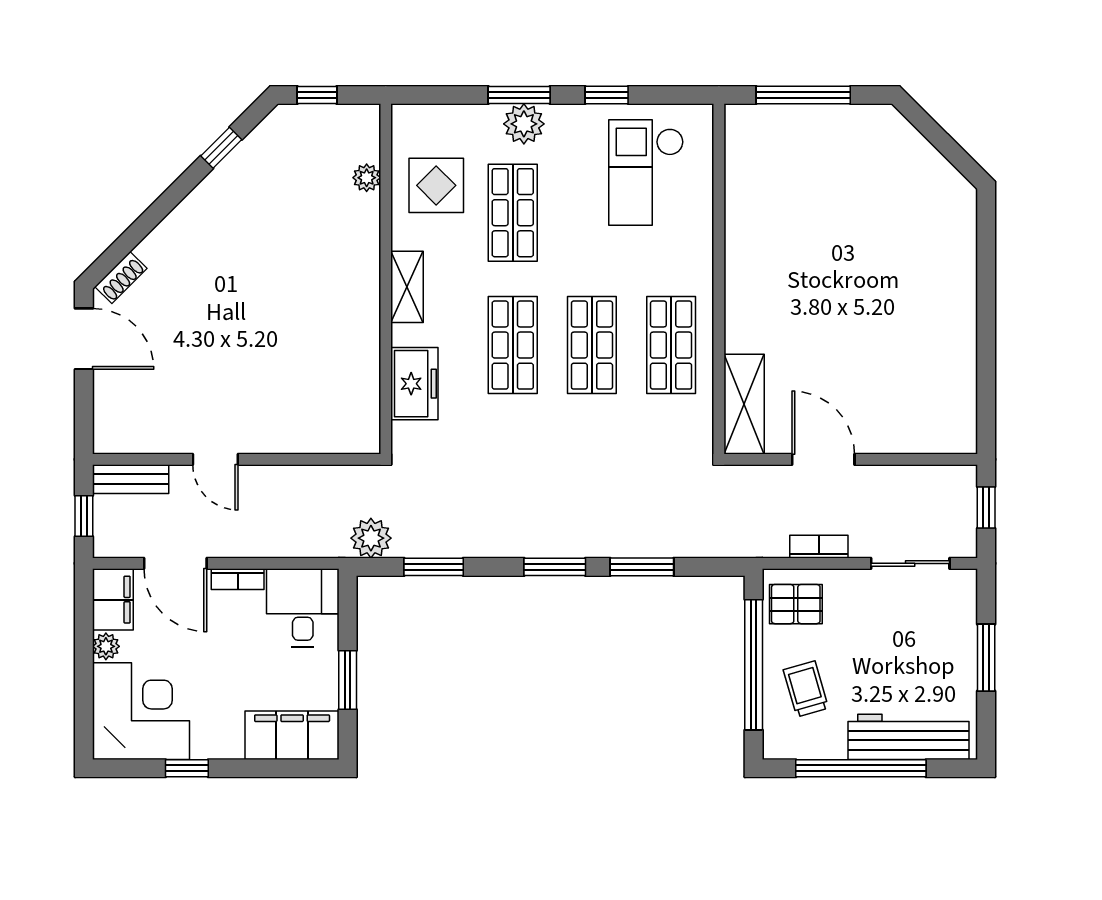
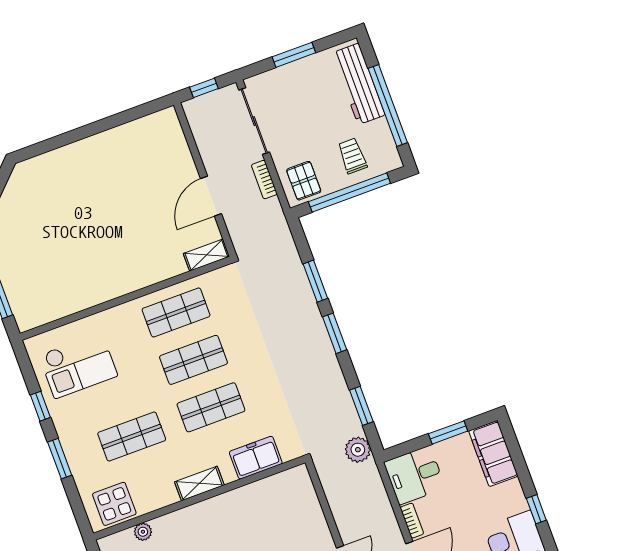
plant: (524, 124) -> (76, 449), removed
display table: (436, 185) -> (114, 504), moved
shelving: (744, 404) -> (206, 255), width x0.67, depth x0.75
sliding door: (910, 563) -> (254, 121), width x1.37
trolley: (806, 689) -> (352, 156), turned 106

